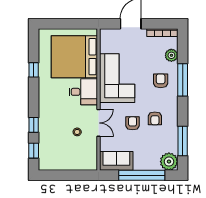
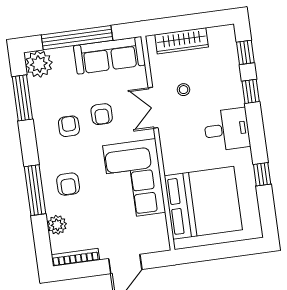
desk: (83, 92) -> (227, 130), moved, turned 180
sofa: (116, 161) -> (109, 55), width x1.36
wardrobe: (74, 164) -> (182, 41), added

